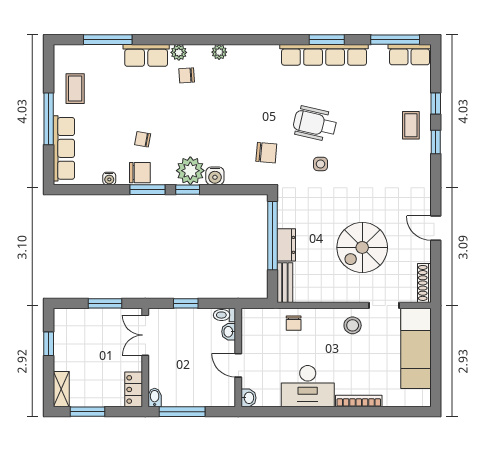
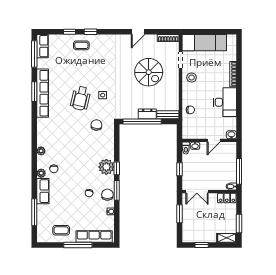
water cooler: (215, 176) -> (109, 153), removed

